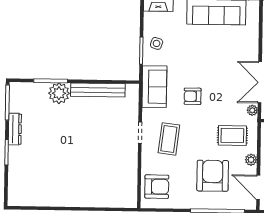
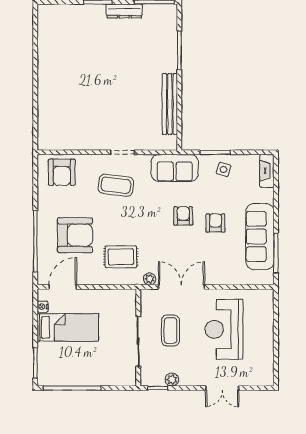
armchair: (204, 51) -> (215, 223), added
plant: (59, 93) -> (165, 60), removed
armchair: (193, 96) -> (183, 216), moved
rug: (232, 135) -> (121, 257), turned 90
plant: (251, 160) -> (94, 278), removed

